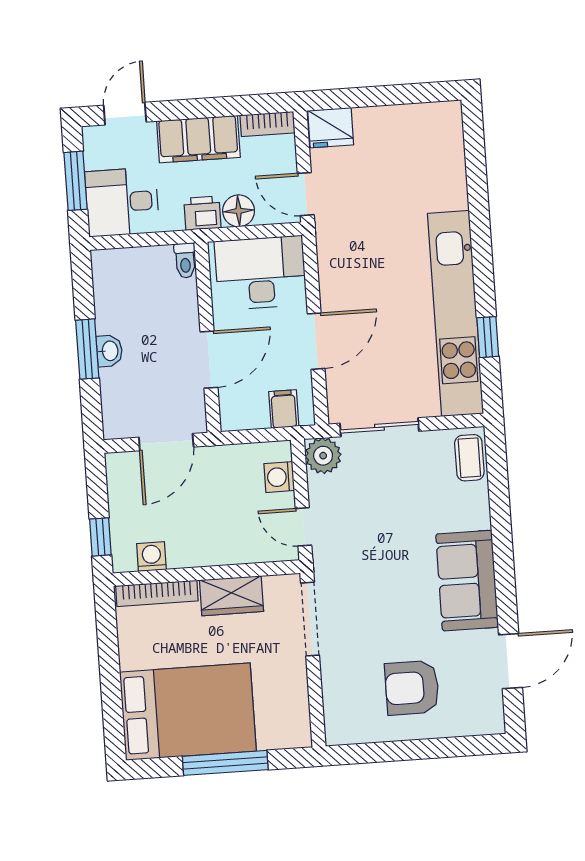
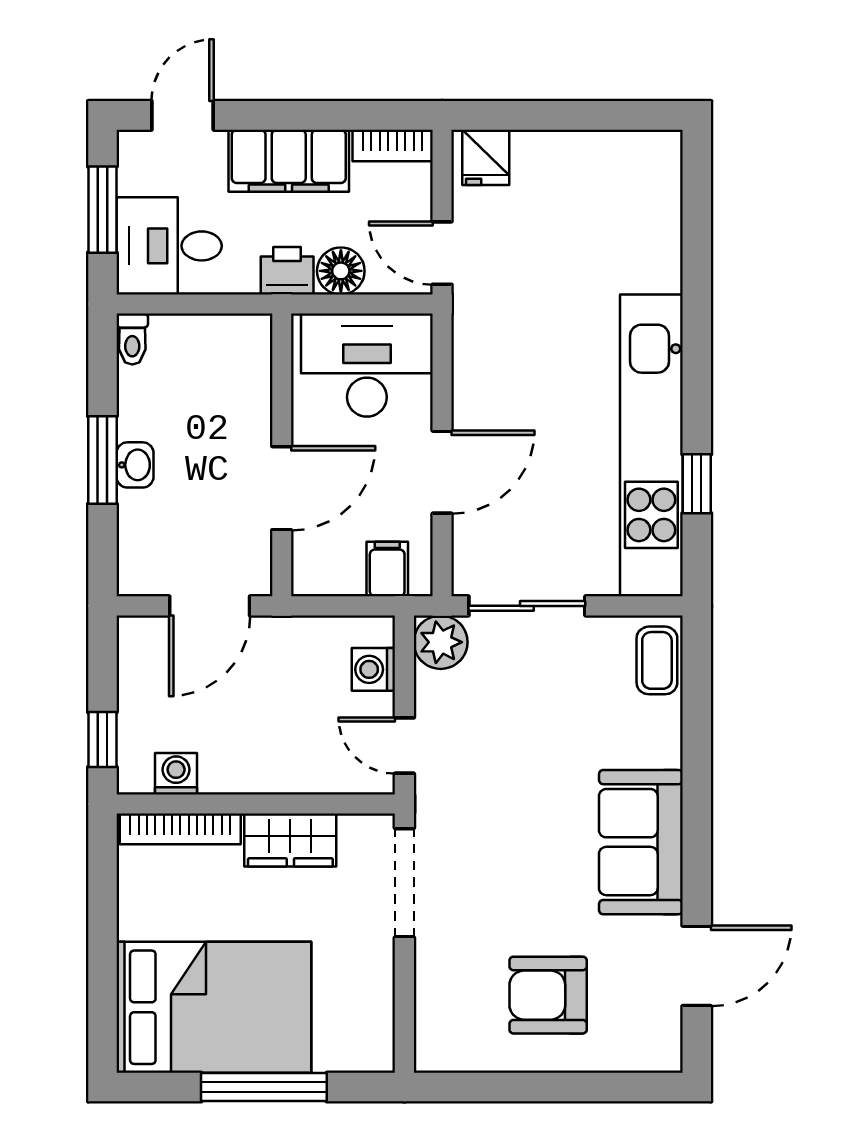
fridge: (331, 128) -> (486, 157), width x0.72
toilet: (185, 261) -> (132, 339), moved

